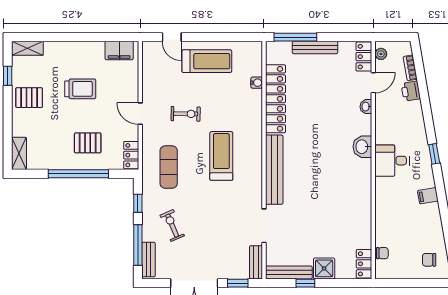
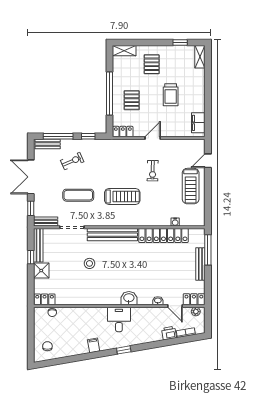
pallet: (29, 98) -> (152, 64), moved
exercise mat: (169, 167) -> (78, 195), moved
stool: (314, 201) -> (89, 263), added

